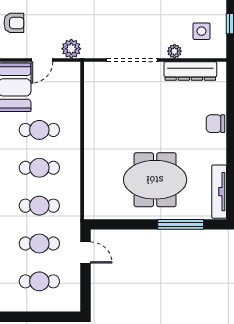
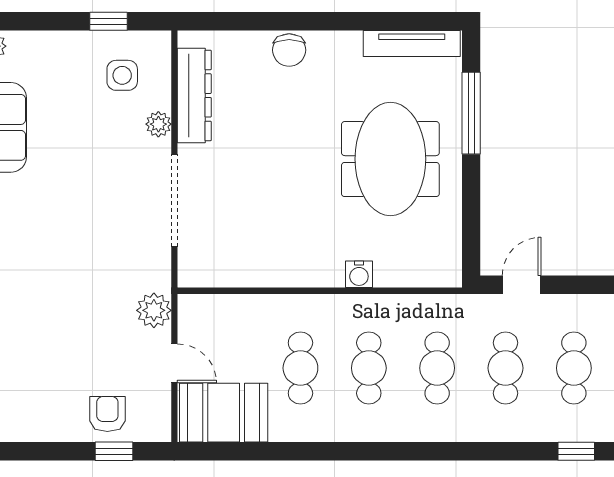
water cooler: (91, 162) -> (359, 274), added

